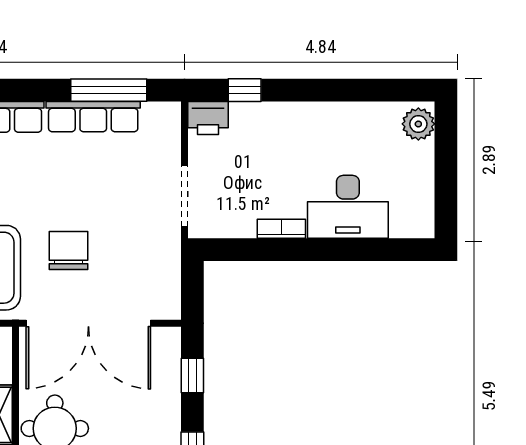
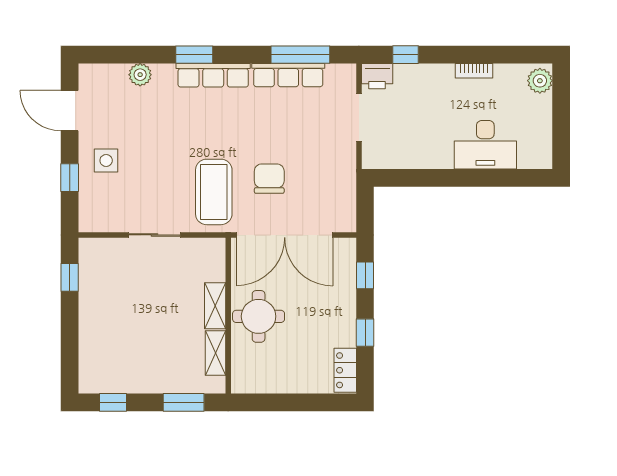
doorway: (185, 196) -> (359, 117), moved
bookcase: (281, 229) -> (474, 71), moved, turned 180

